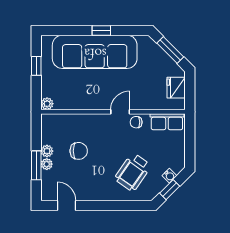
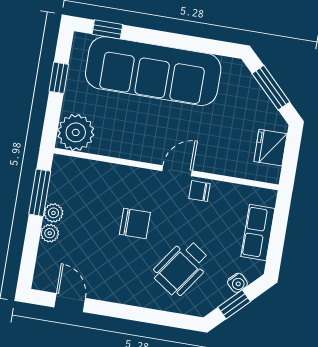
window: (101, 30) -> (107, 29), moved
plant: (47, 104) -> (76, 132), width x1.87, depth x1.87
row of seats: (167, 122) -> (258, 233), moved, turned 90
chair: (79, 151) -> (135, 223), moved
window: (36, 165) -> (40, 193), moved

